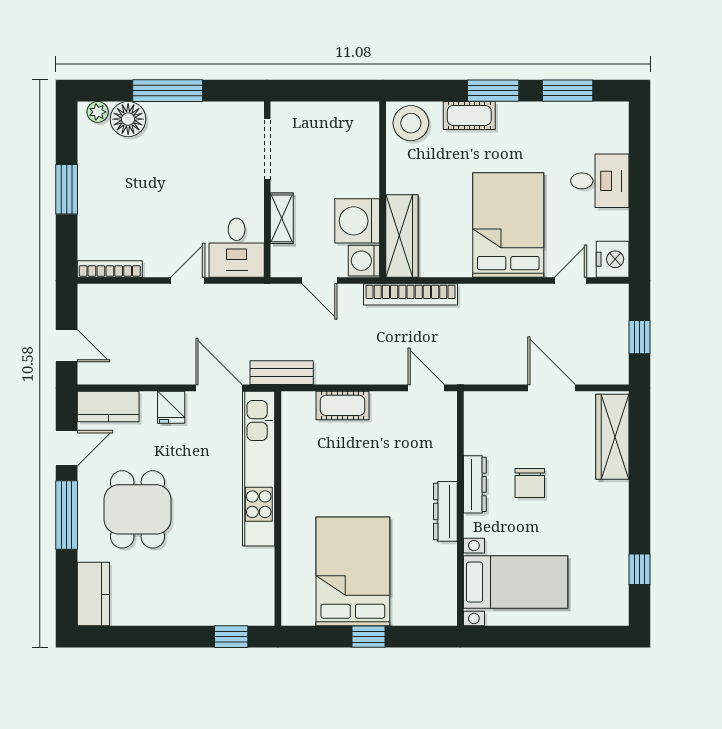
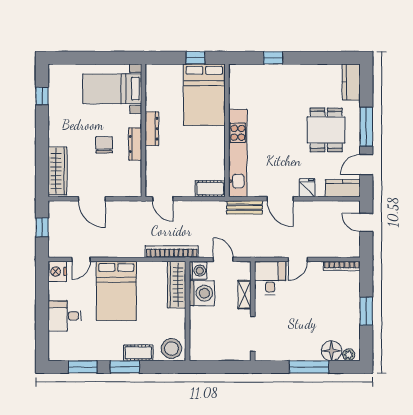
kitchen unit: (259, 469) -> (238, 153), moved
wall: (278, 508) -> (227, 130), moved

